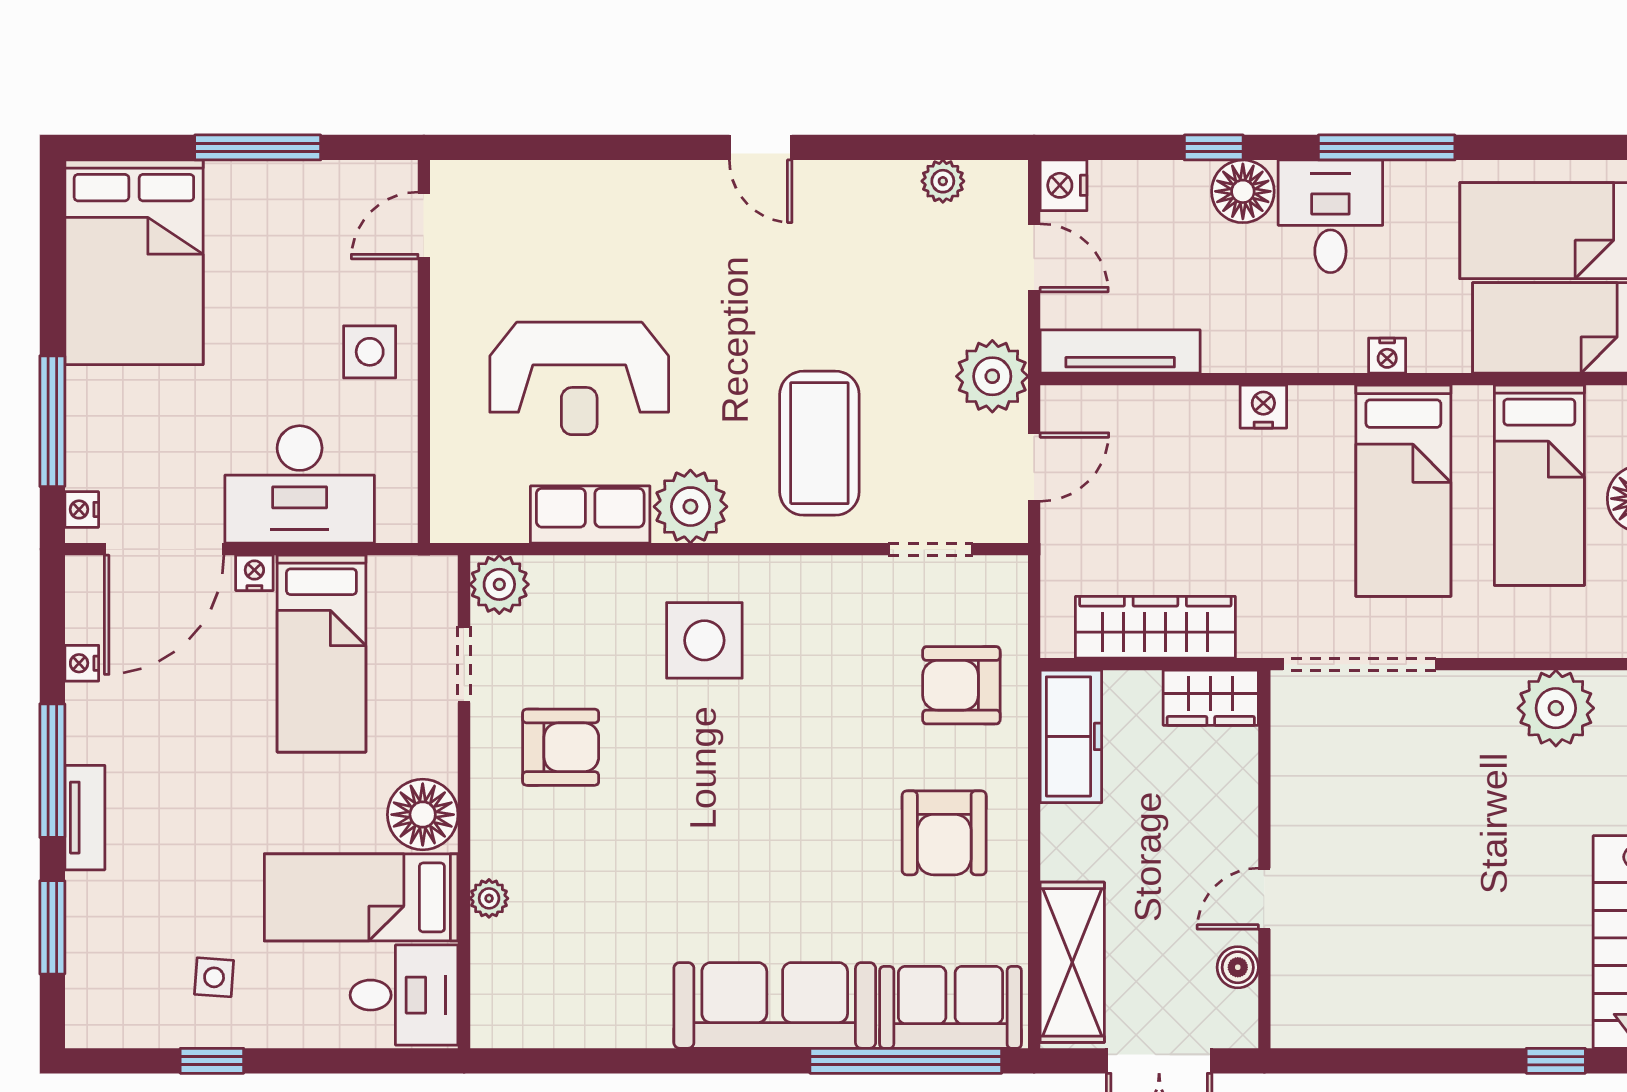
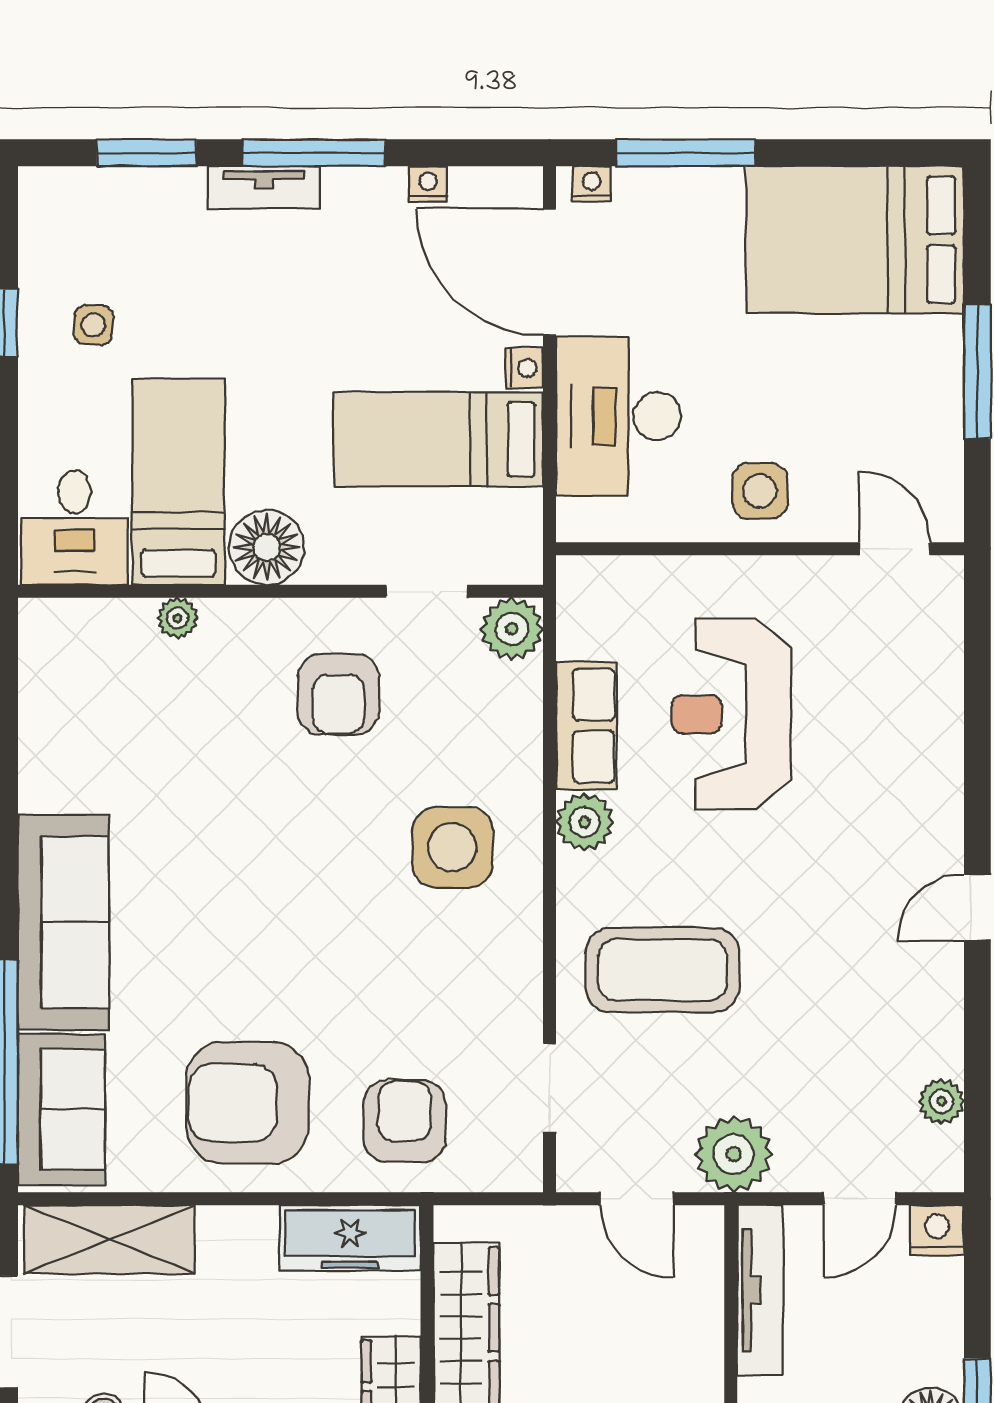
plant: (690, 507) -> (585, 822), width x0.73, depth x0.73
armchair: (944, 833) -> (247, 1103), width x1.36, depth x1.36

